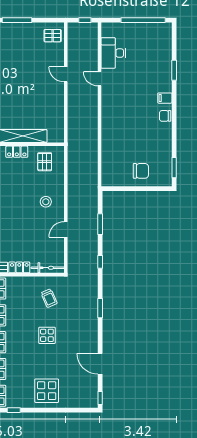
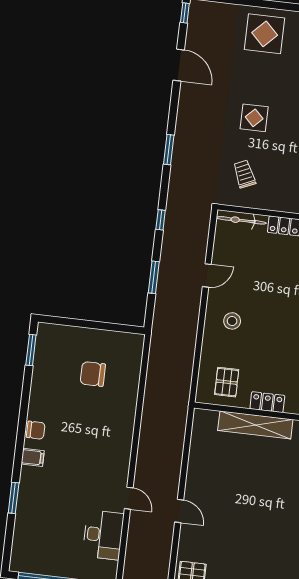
chair: (141, 171) -> (93, 374), moved

